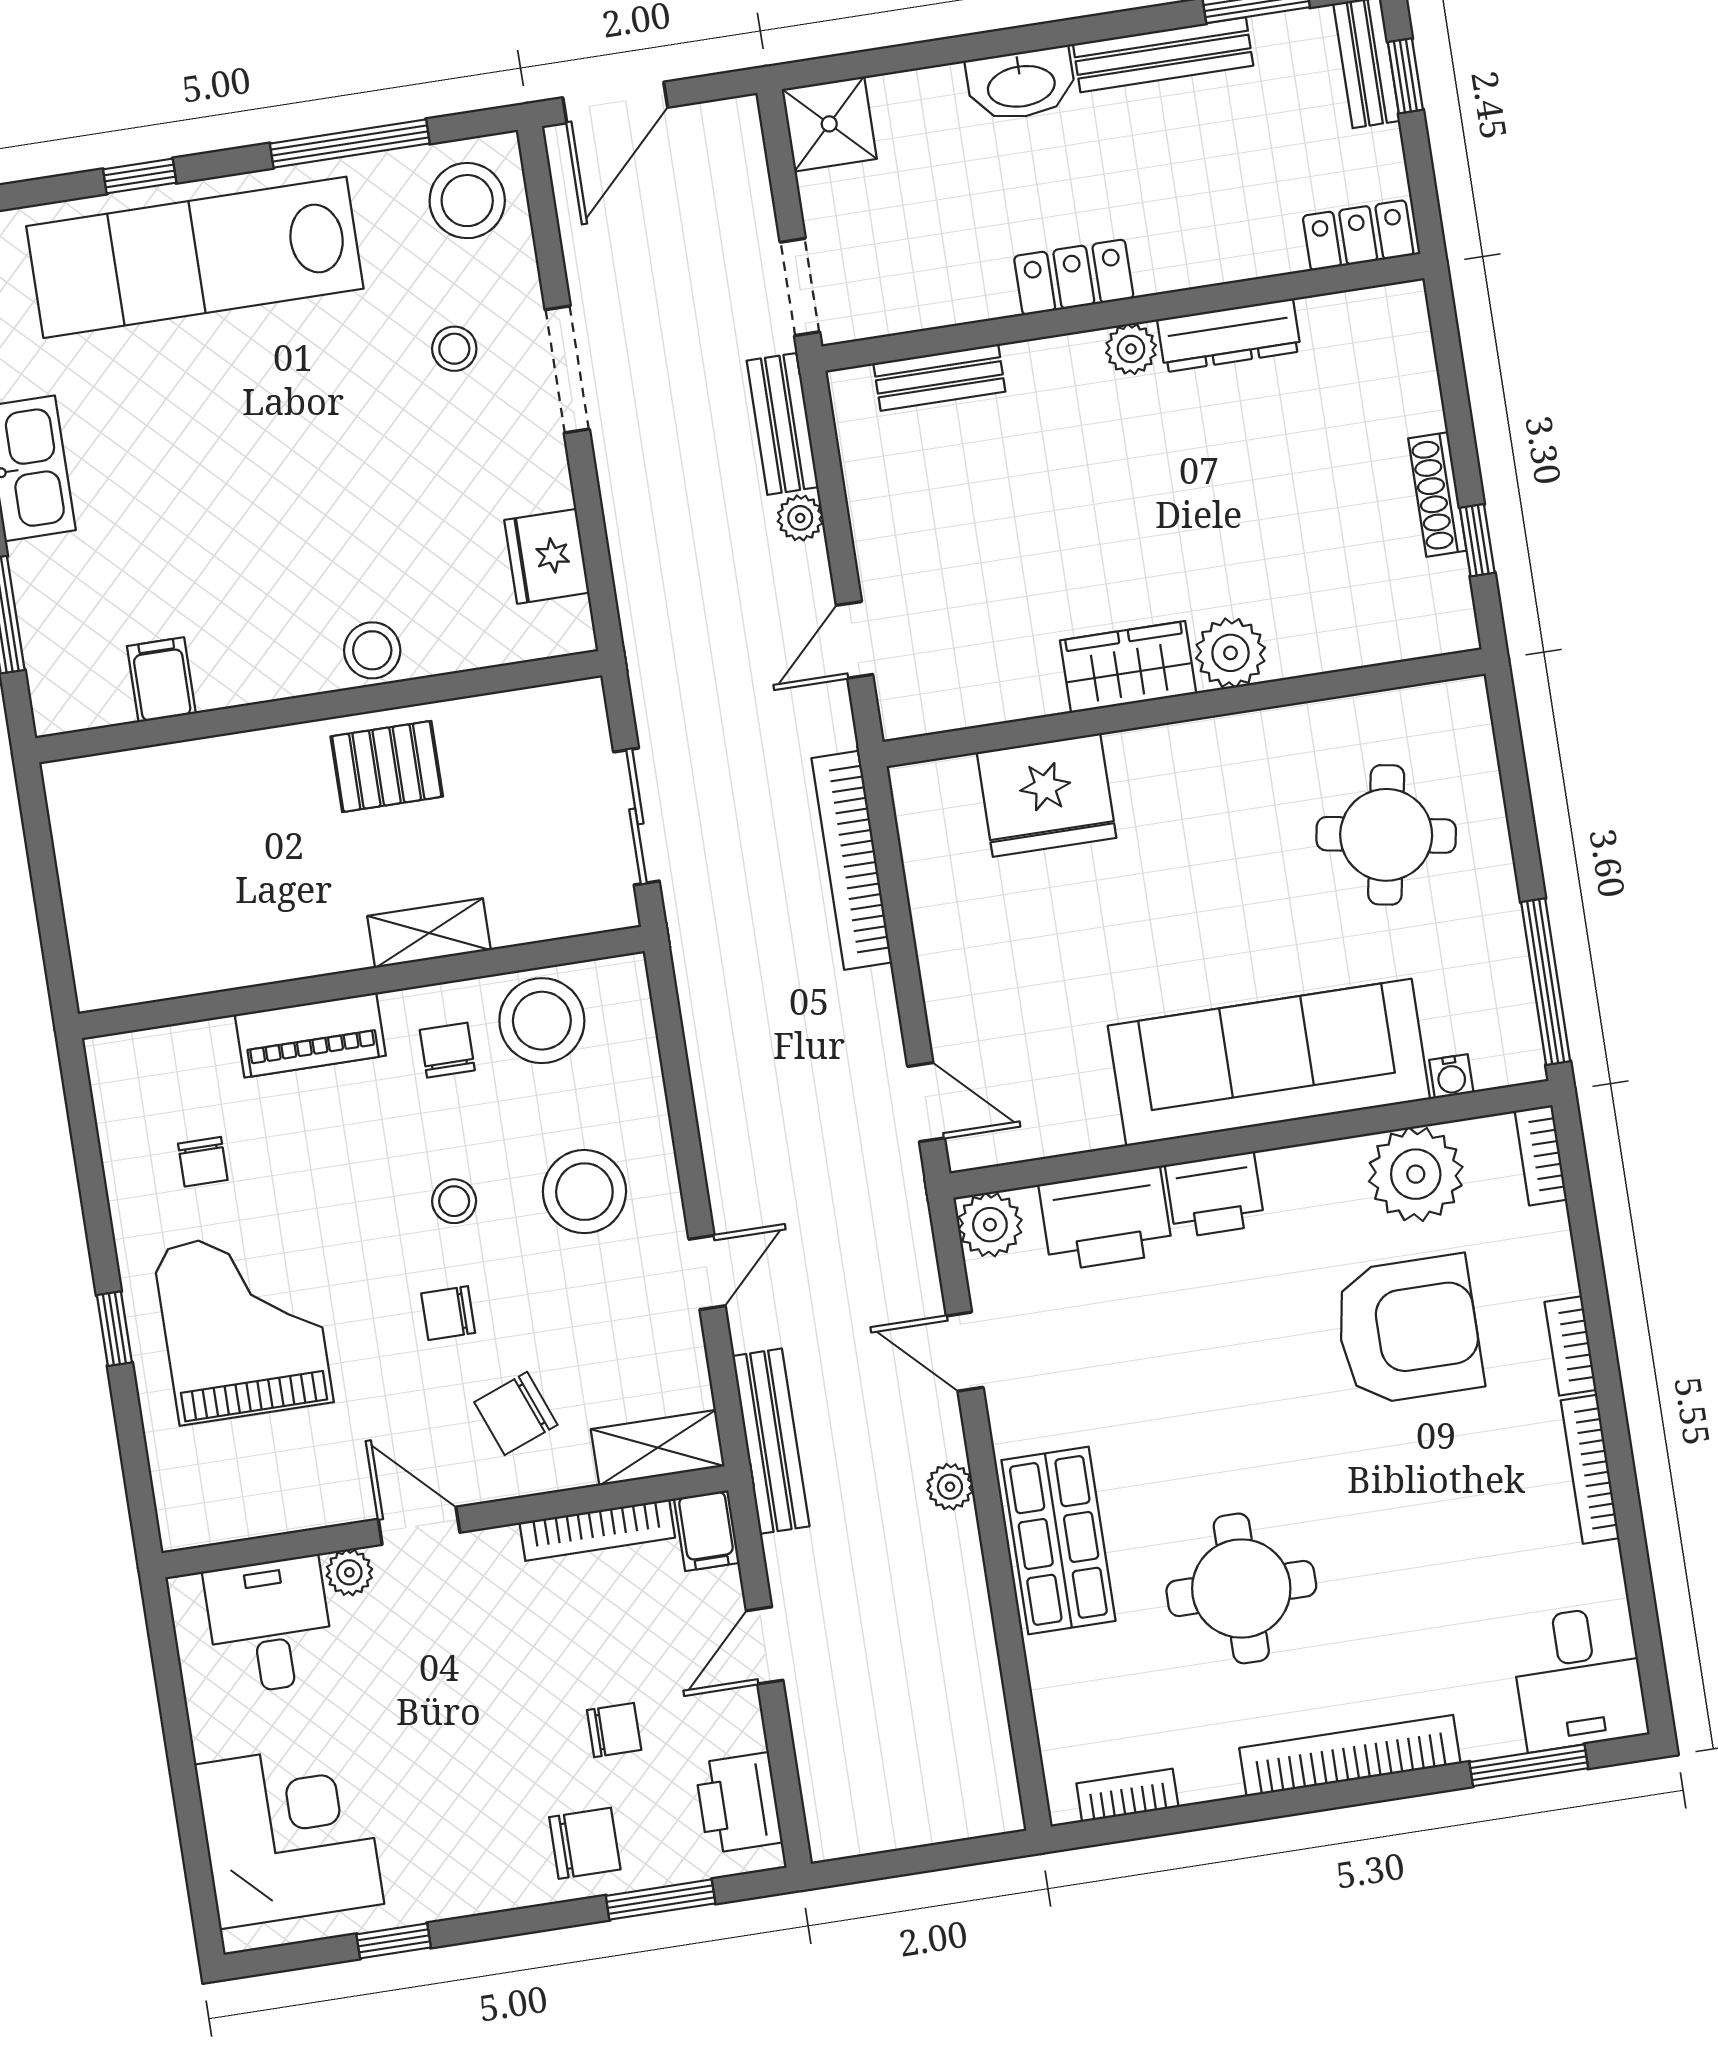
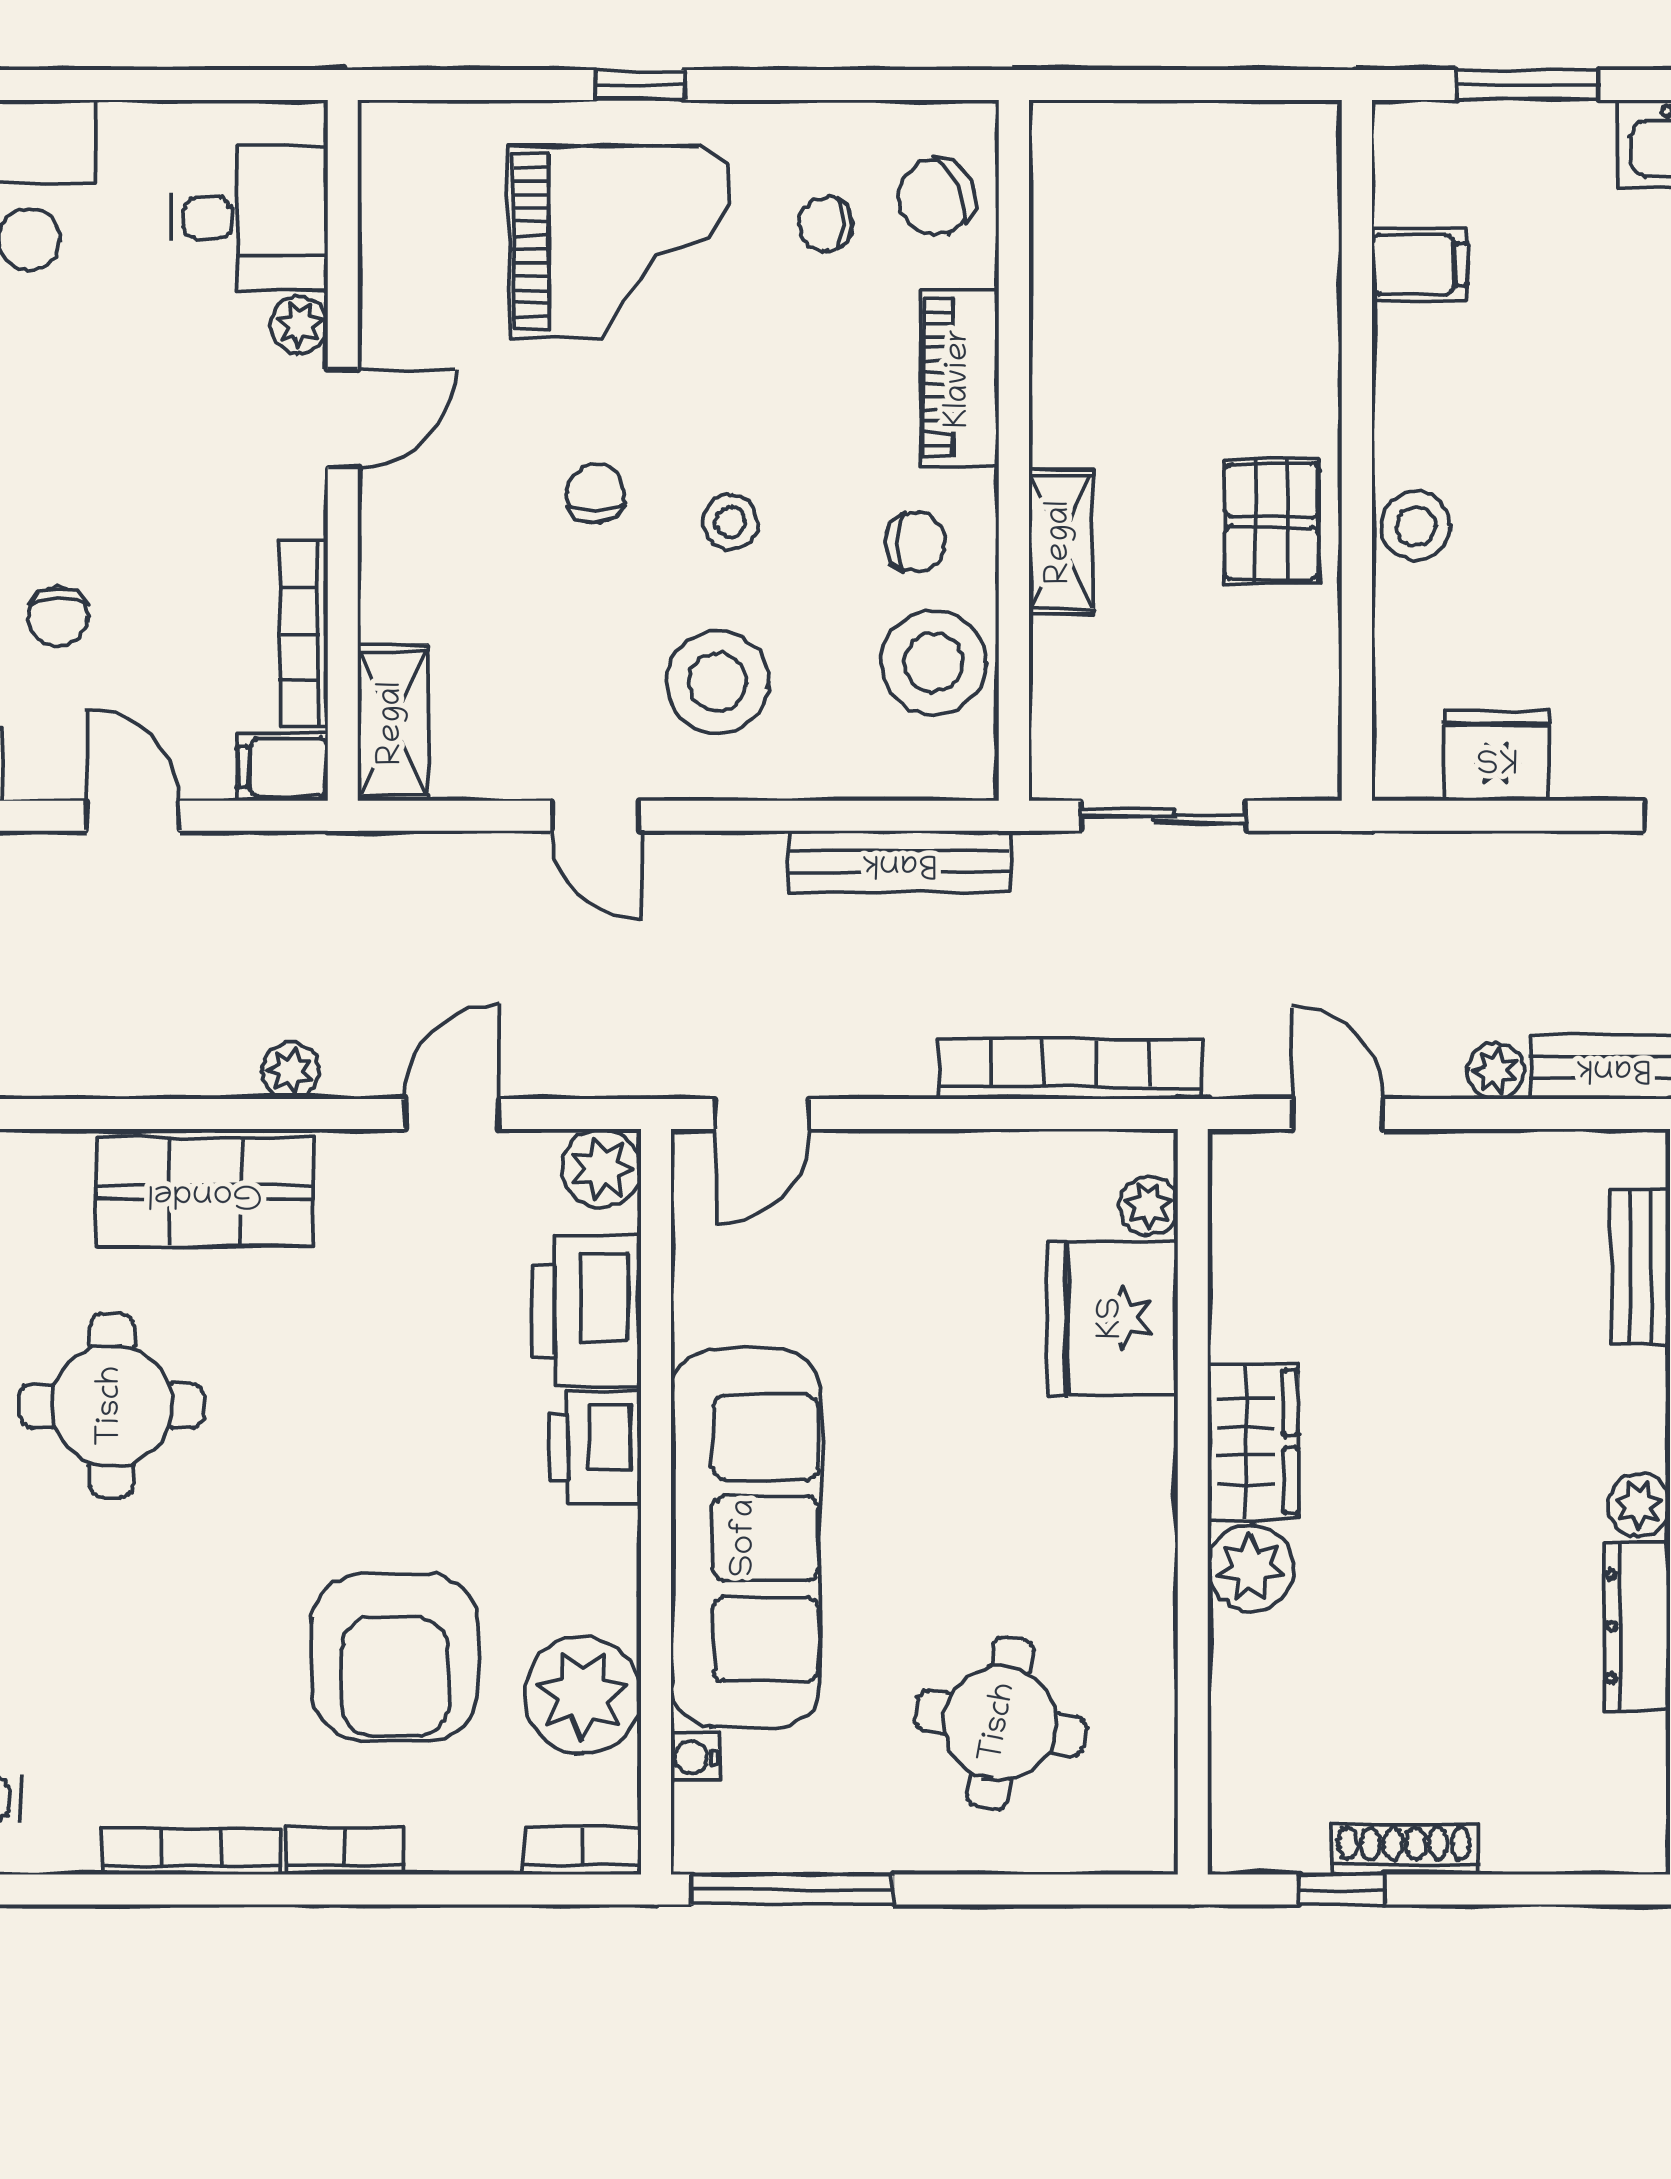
plant: (952, 780) -> (1148, 1206), added
chair: (516, 1413) -> (936, 197), moved, turned -95
bench: (771, 1441) -> (899, 862), moved

